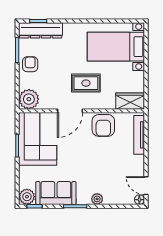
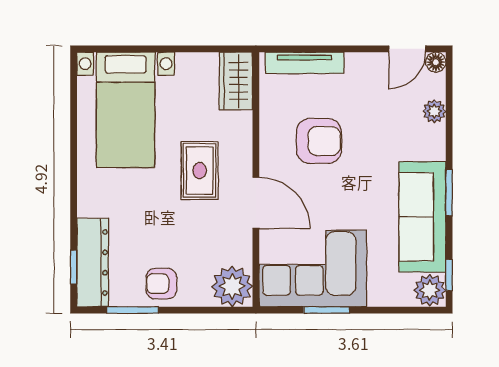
armchair: (103, 125) -> (319, 141), moved
sofa: (56, 193) -> (422, 217), width x1.36
plant: (97, 199) -> (434, 111), moved

